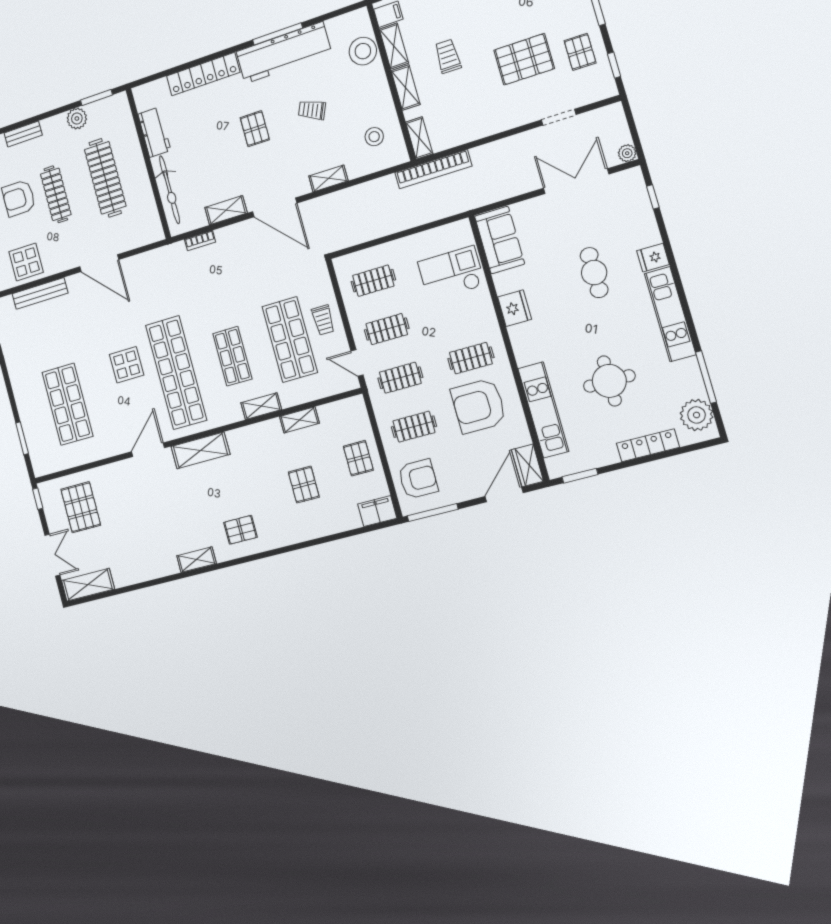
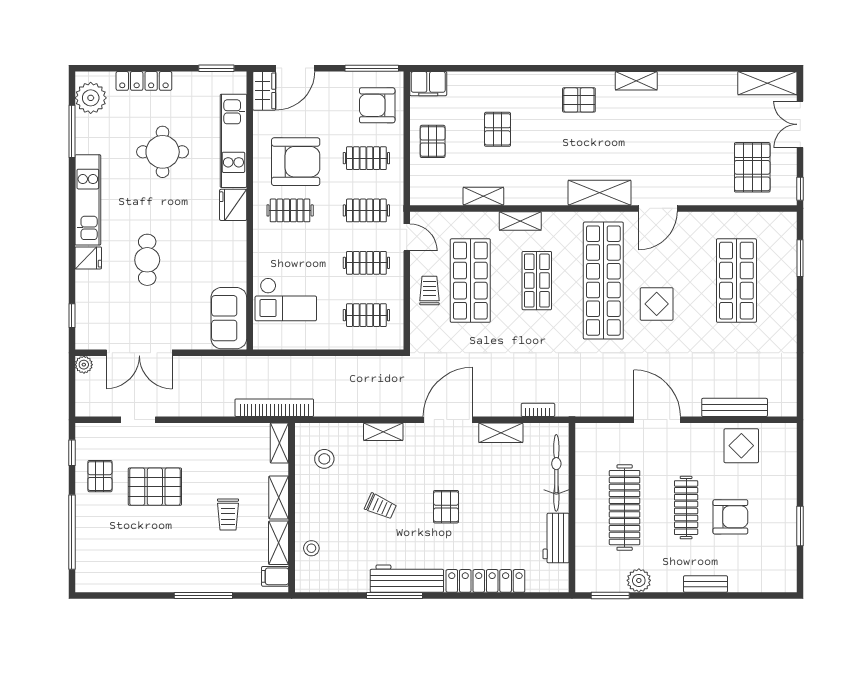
stool: (363, 51) -> (311, 548), width x0.53, depth x0.53
workbench: (284, 53) -> (407, 579), width x0.73, depth x0.76
door: (275, 207) -> (448, 420), hinge flipped
fridge: (515, 308) -> (233, 205), moved

